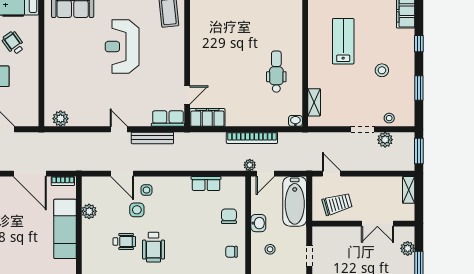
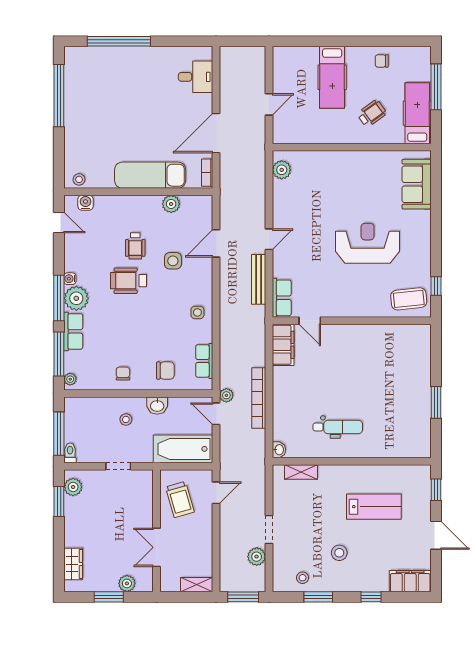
stool: (389, 118) -> (303, 578), moved
row of seats: (206, 184) -> (204, 361), moved
side table: (146, 190) -> (197, 312), moved

